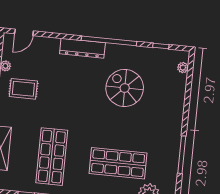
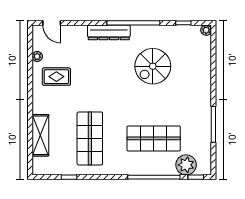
door: (24, 32) -> (52, 23), hinge flipped
plant: (183, 68) -> (206, 30), moved
spiral stairs: (125, 88) -> (153, 66), turned -90

